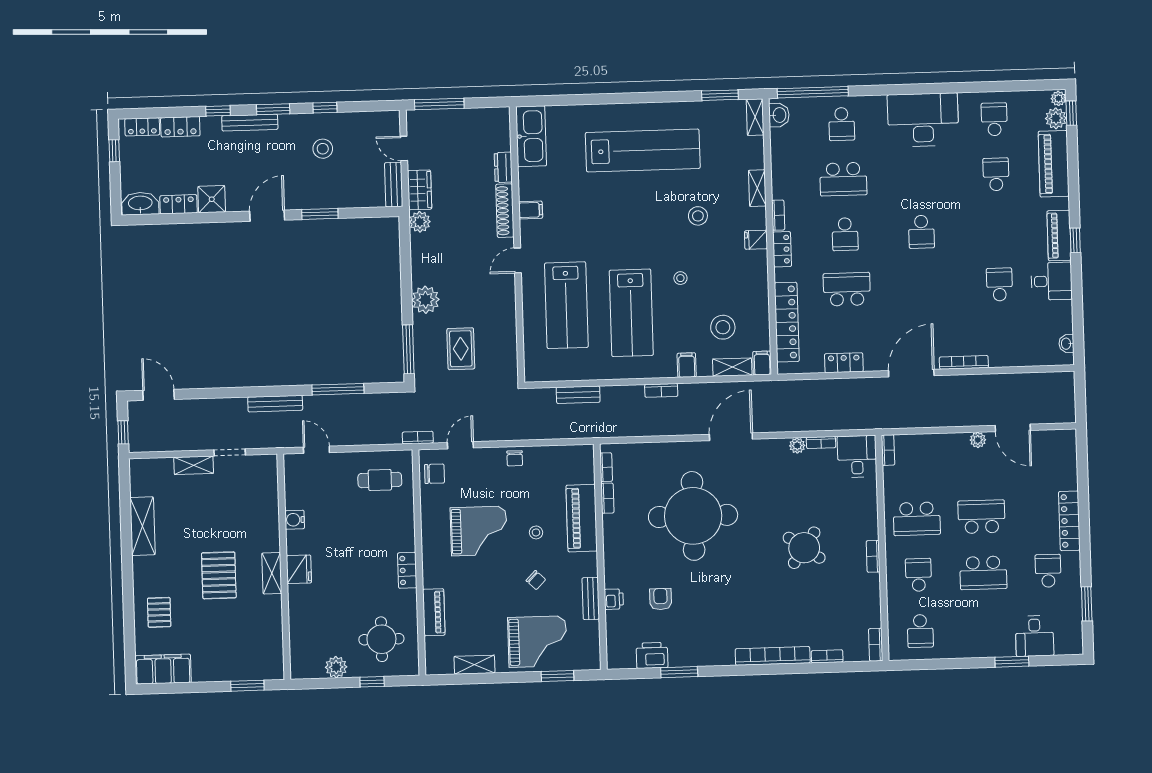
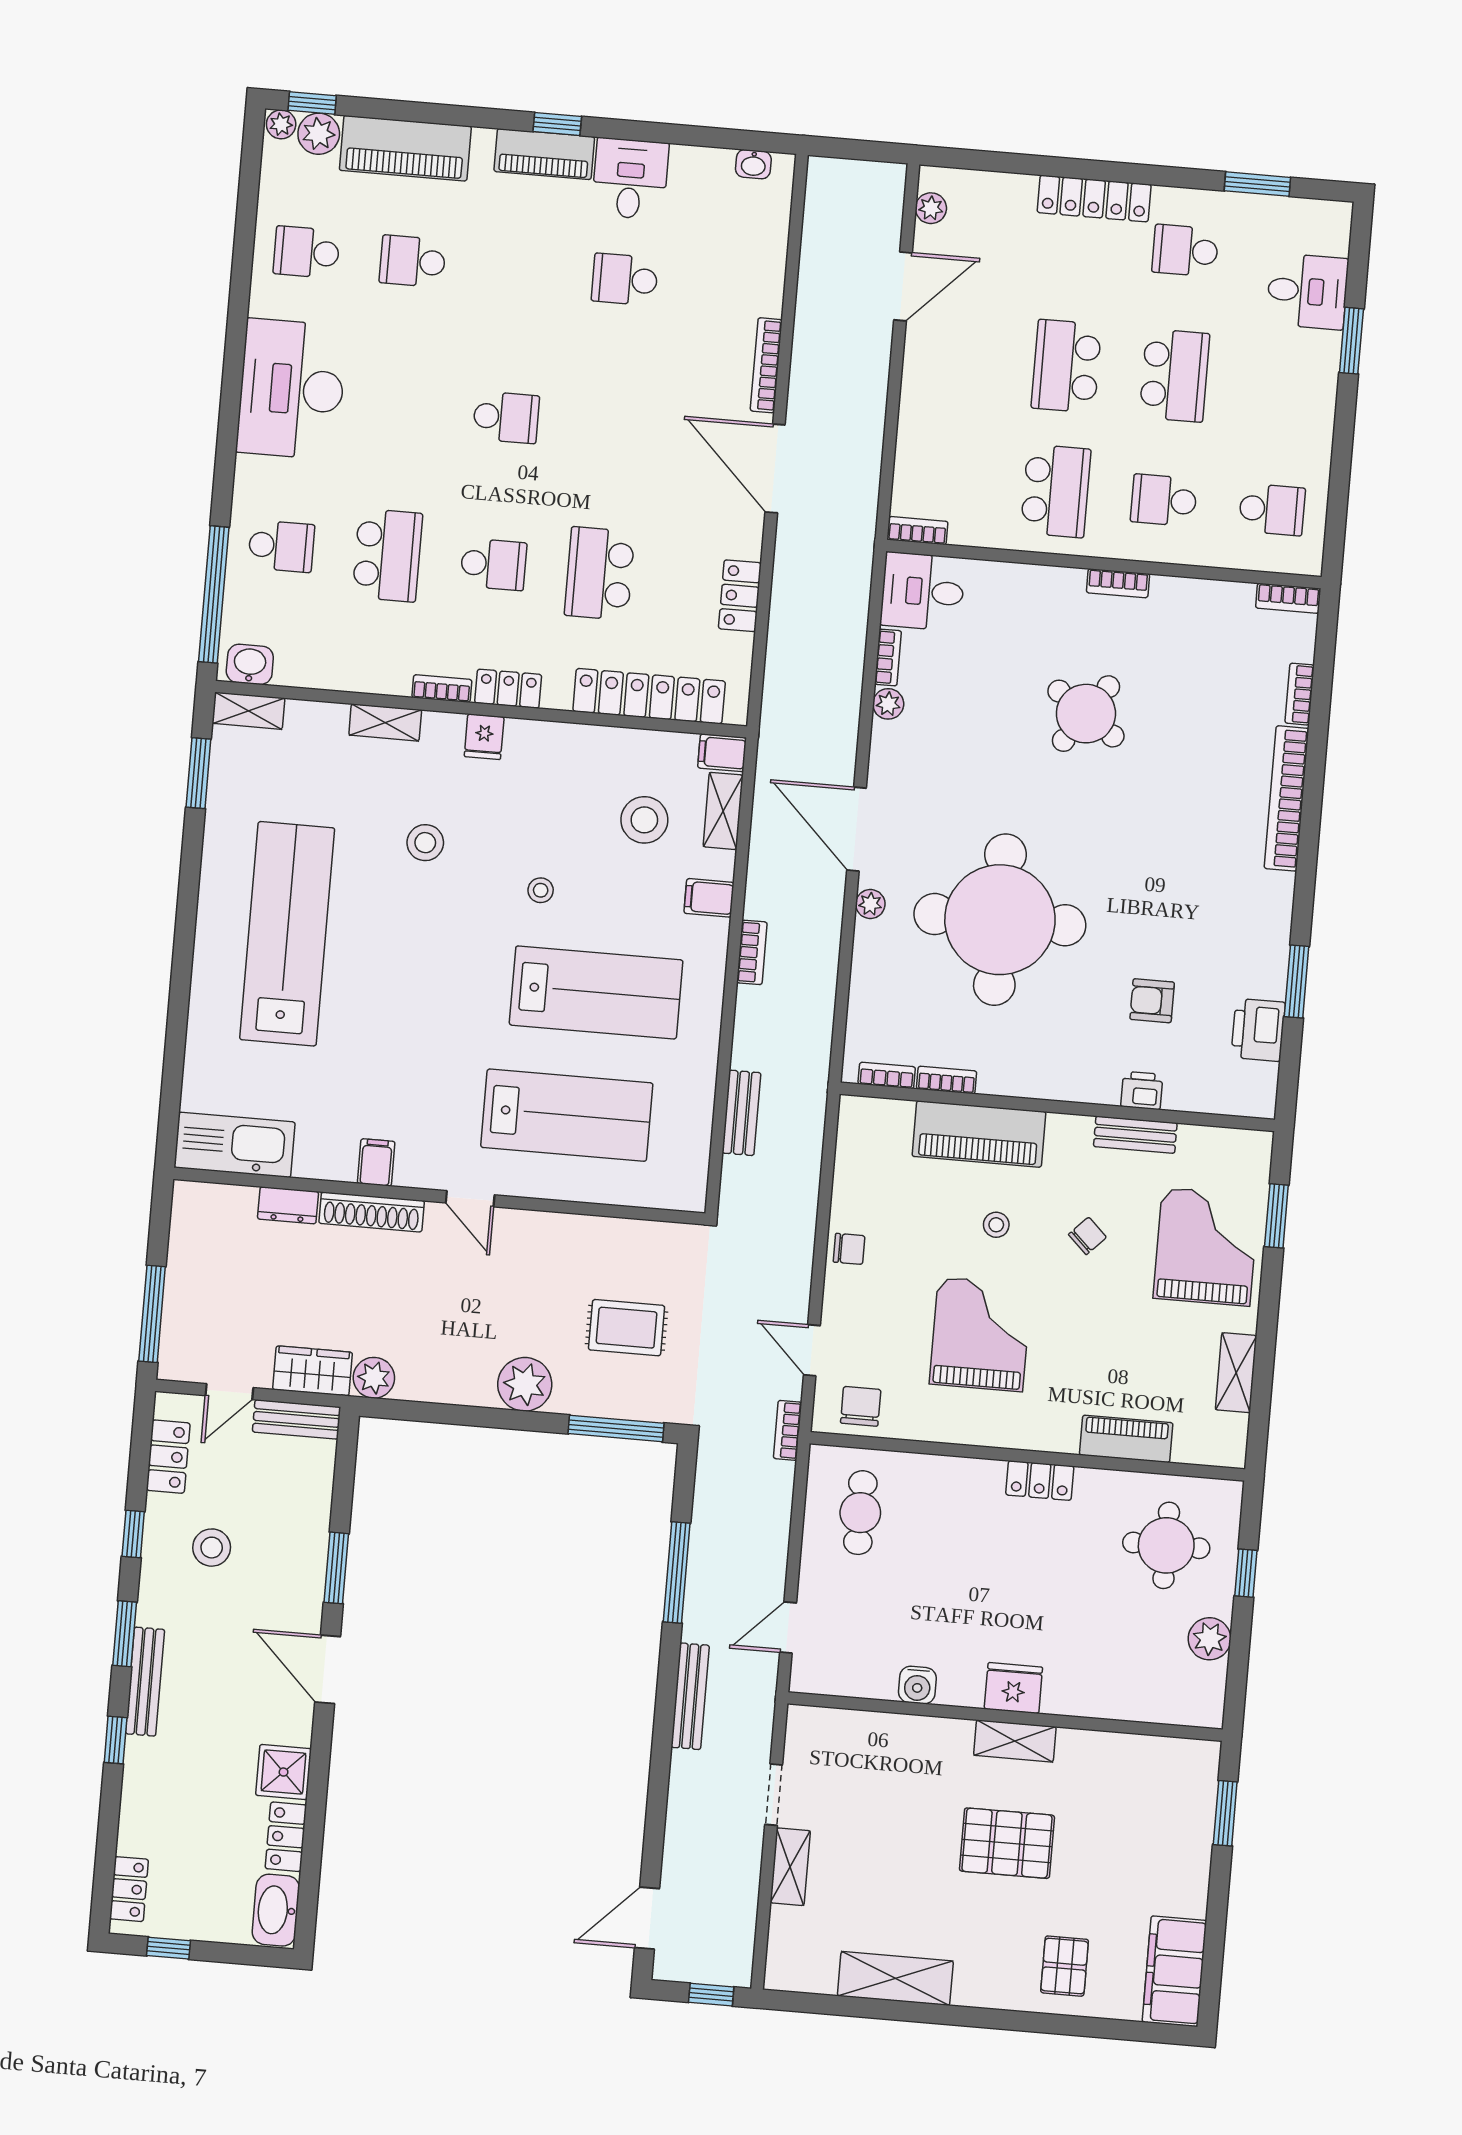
locker: (180, 127) -> (168, 1457), moved
plant: (978, 440) -> (931, 208), moved
plant: (693, 448) -> (870, 904), added
pallet: (159, 612) -> (1065, 1966), turned 90

